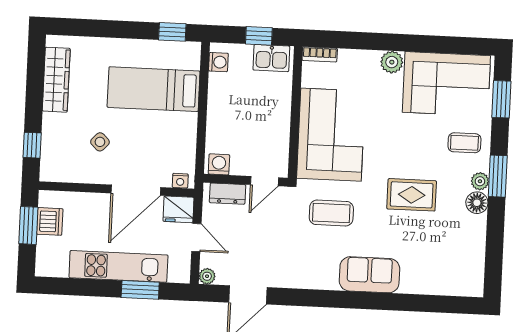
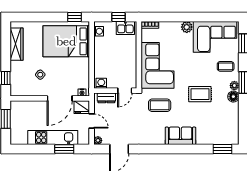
bed: (154, 89) -> (66, 41), width x1.50
dishwasher: (50, 221) -> (17, 116), removed
window: (451, 305) -> (223, 149), added

